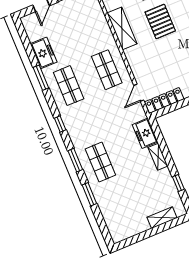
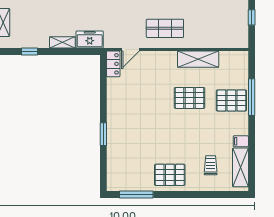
door: (139, 93) -> (131, 50), swing flipped
locker: (164, 100) -> (113, 64), width x0.66

